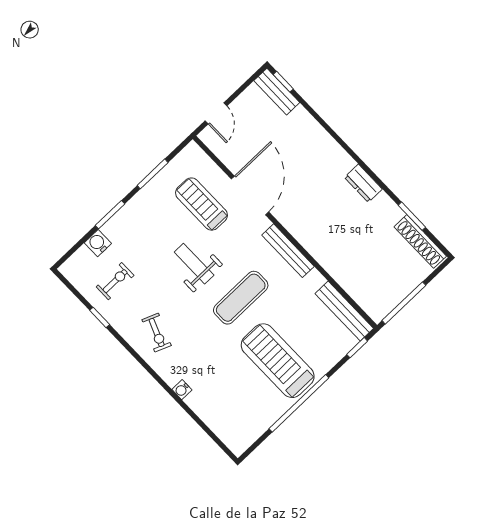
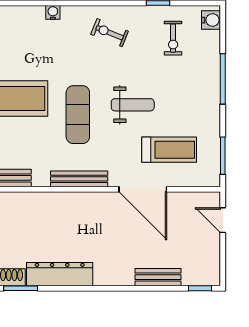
bench: (277, 92) -> (158, 277), moved
window: (153, 174) -> (223, 156), moved
dresser: (363, 183) -> (60, 274), width x1.96, depth x1.24
window: (110, 215) -> (223, 79), width x1.44
water cooler: (98, 243) -> (211, 20), moved

